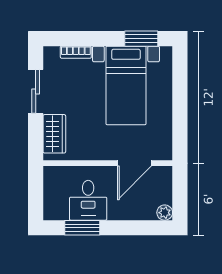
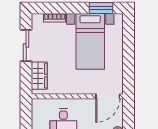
door: (134, 163) -> (108, 96), moved

